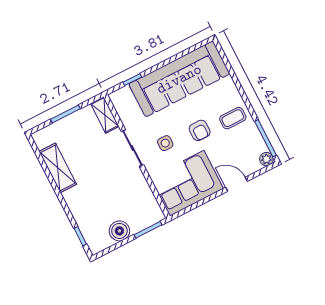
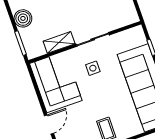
shelving: (105, 115) -> (59, 42), moved
armchair: (200, 130) -> (100, 99), removed

